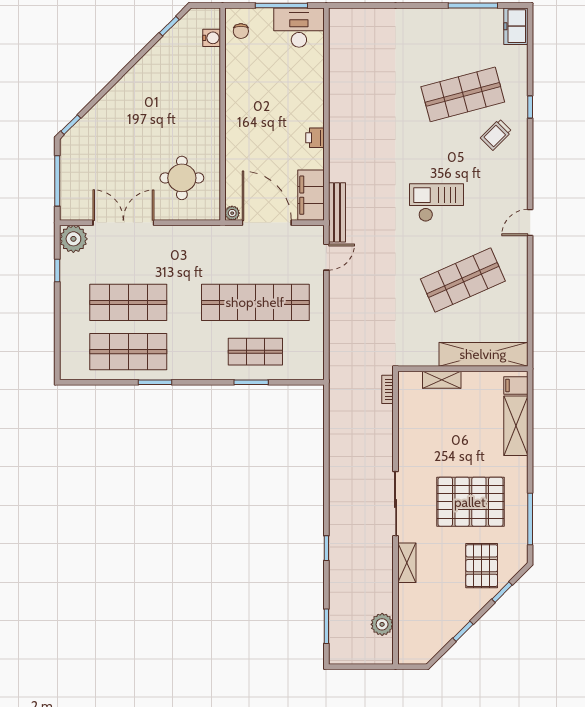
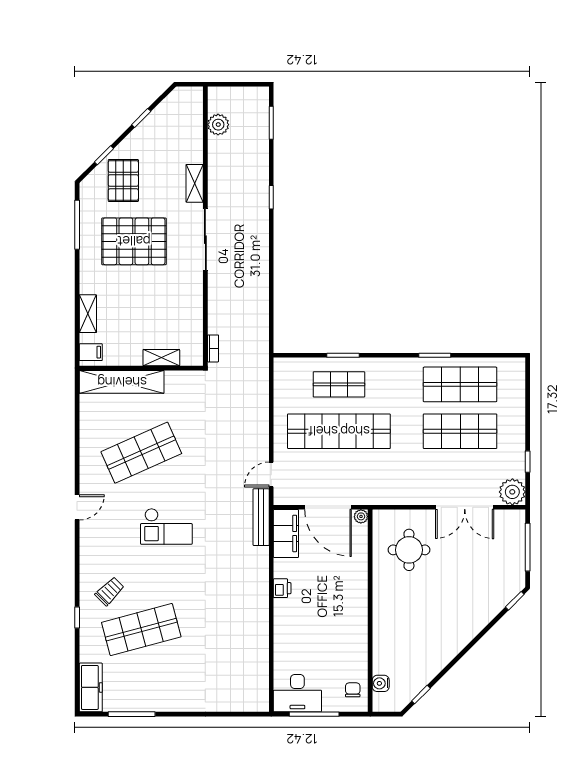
freezer: (516, 26) -> (91, 687), width x1.40
shelving: (516, 426) -> (88, 314), width x0.67, depth x0.75

